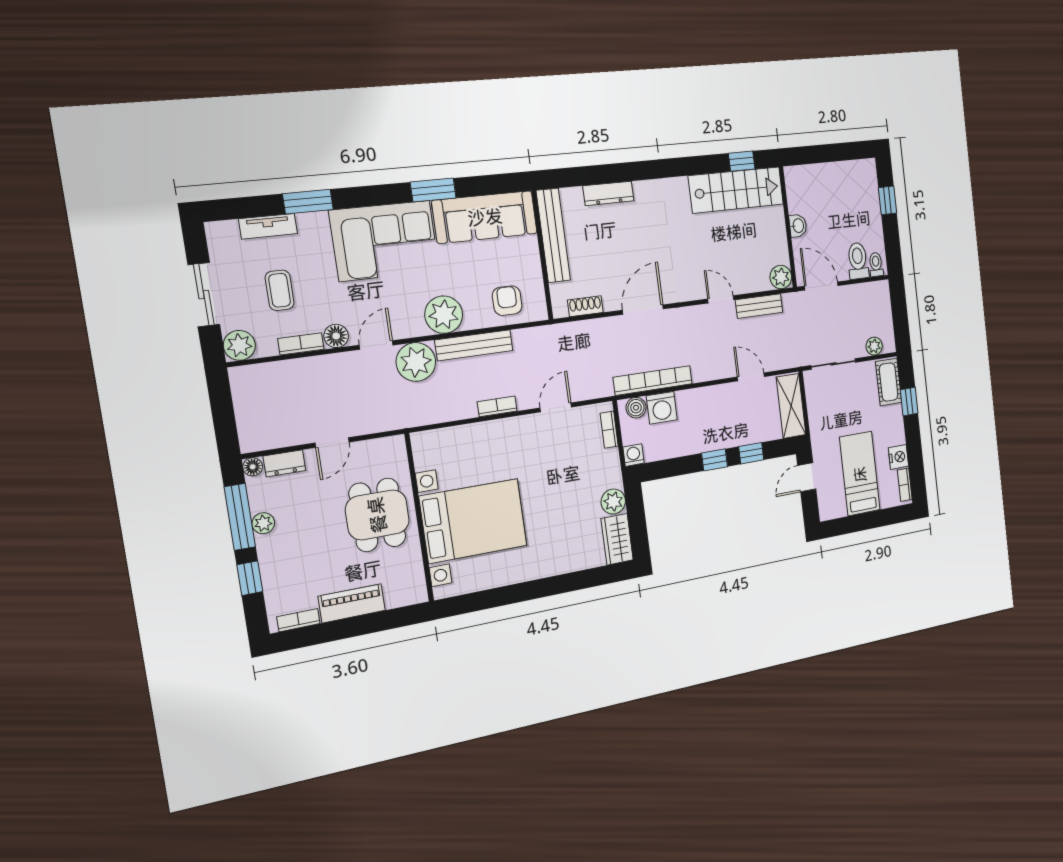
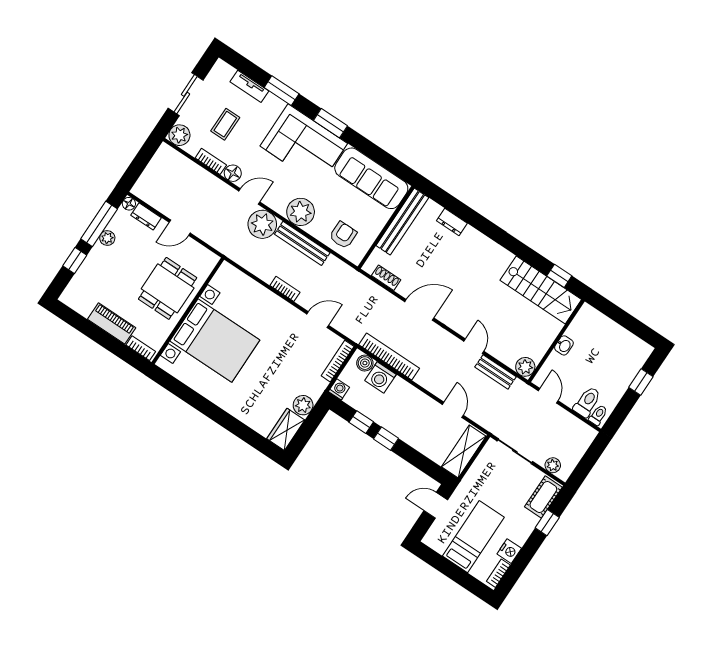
window: (433, 190) -> (330, 123), moved
dresser: (608, 193) -> (452, 222), width x0.70
door: (821, 286) -> (548, 396), width x0.73
bookcase: (609, 430) -> (338, 361), width x1.56
window: (751, 453) -> (361, 422), moved
bookcase: (298, 620) -> (141, 348), moved

